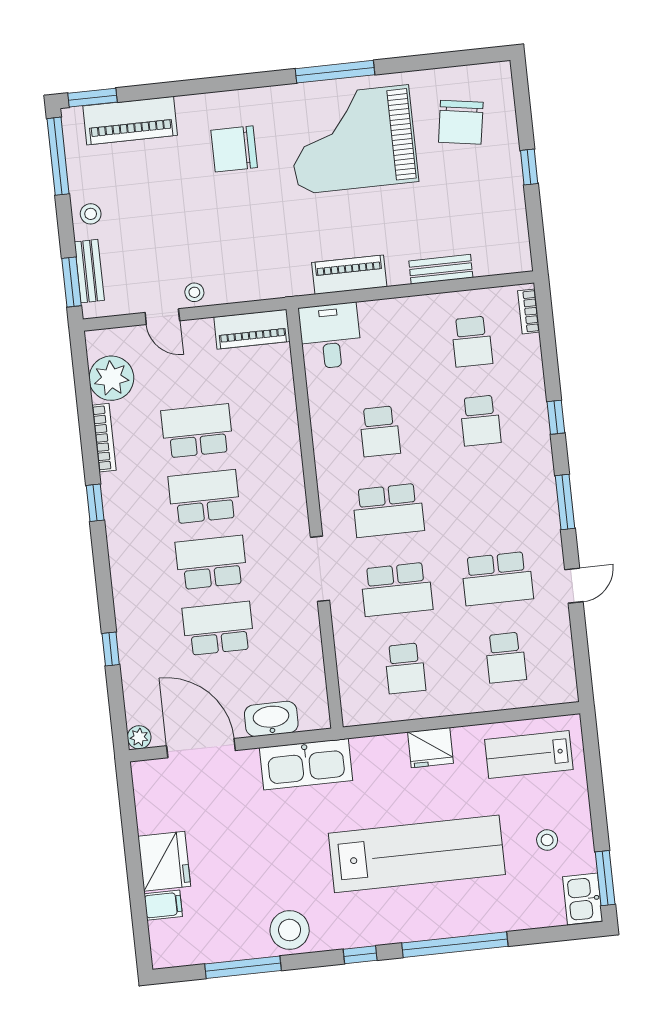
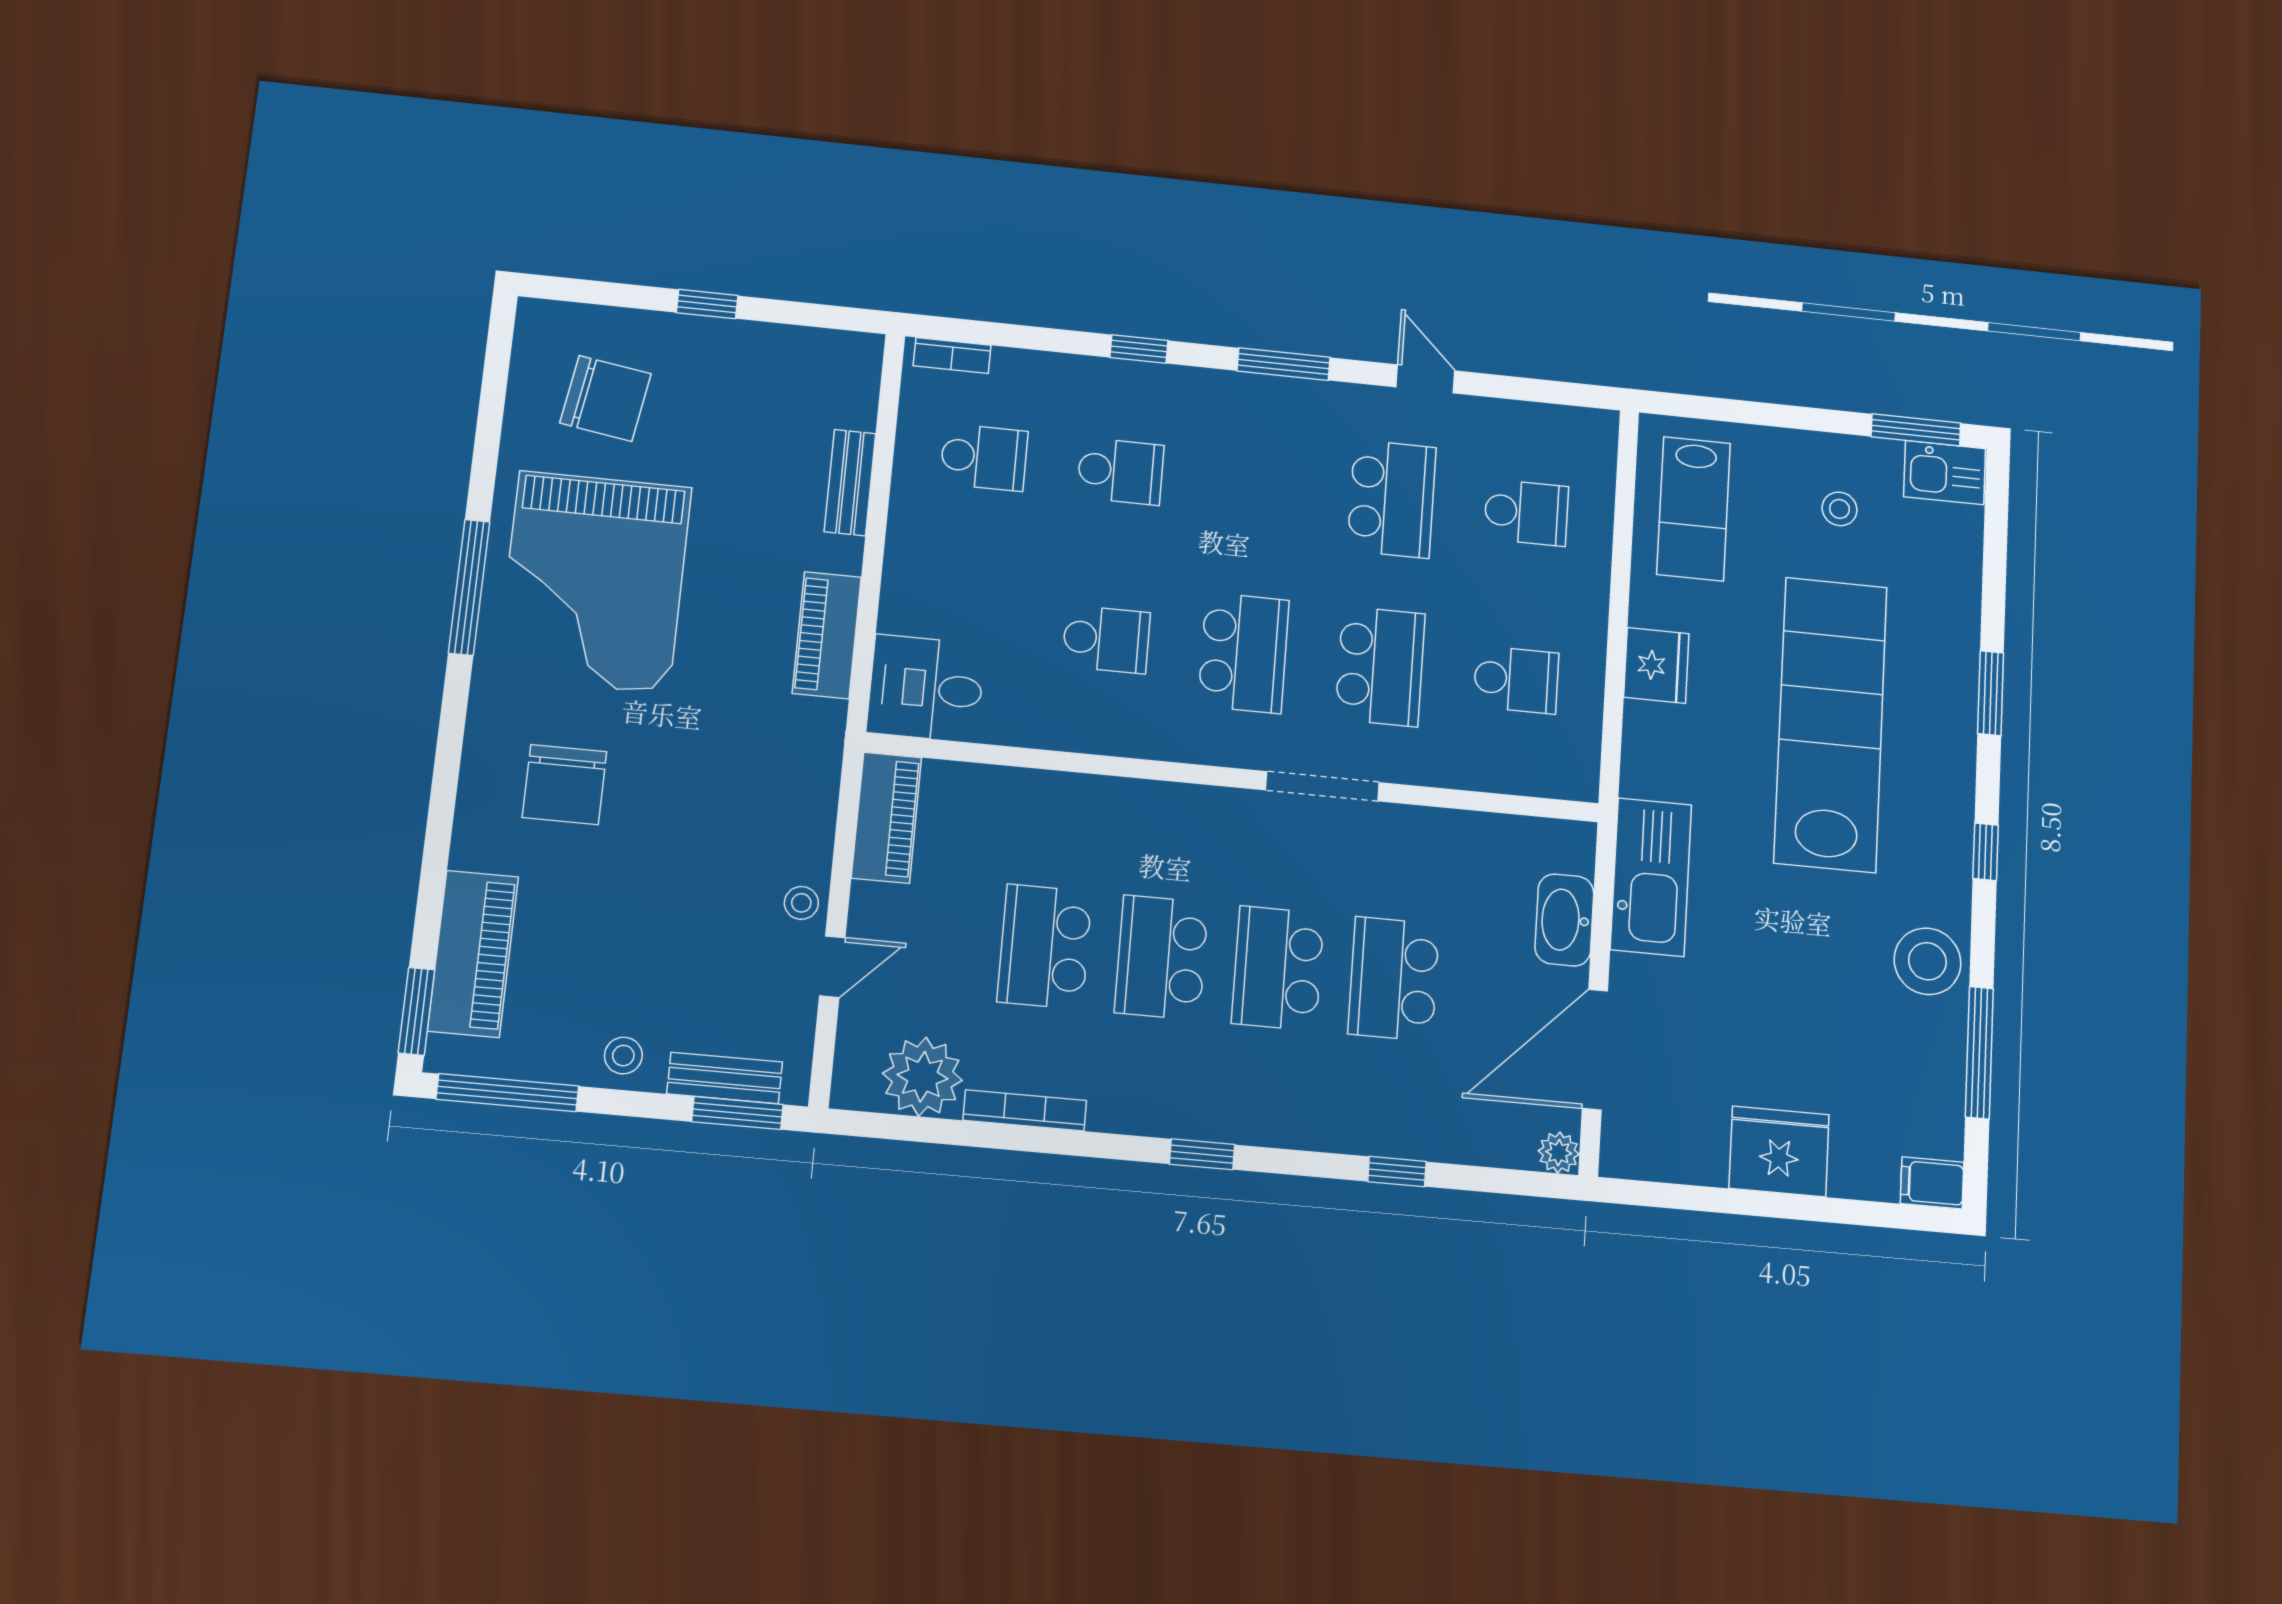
window: (95, 503) -> (1202, 1154), moved
filing cabinet: (163, 905) -> (1932, 1183), moved, turned -90
window: (455, 945) -> (1991, 693), width x0.47

